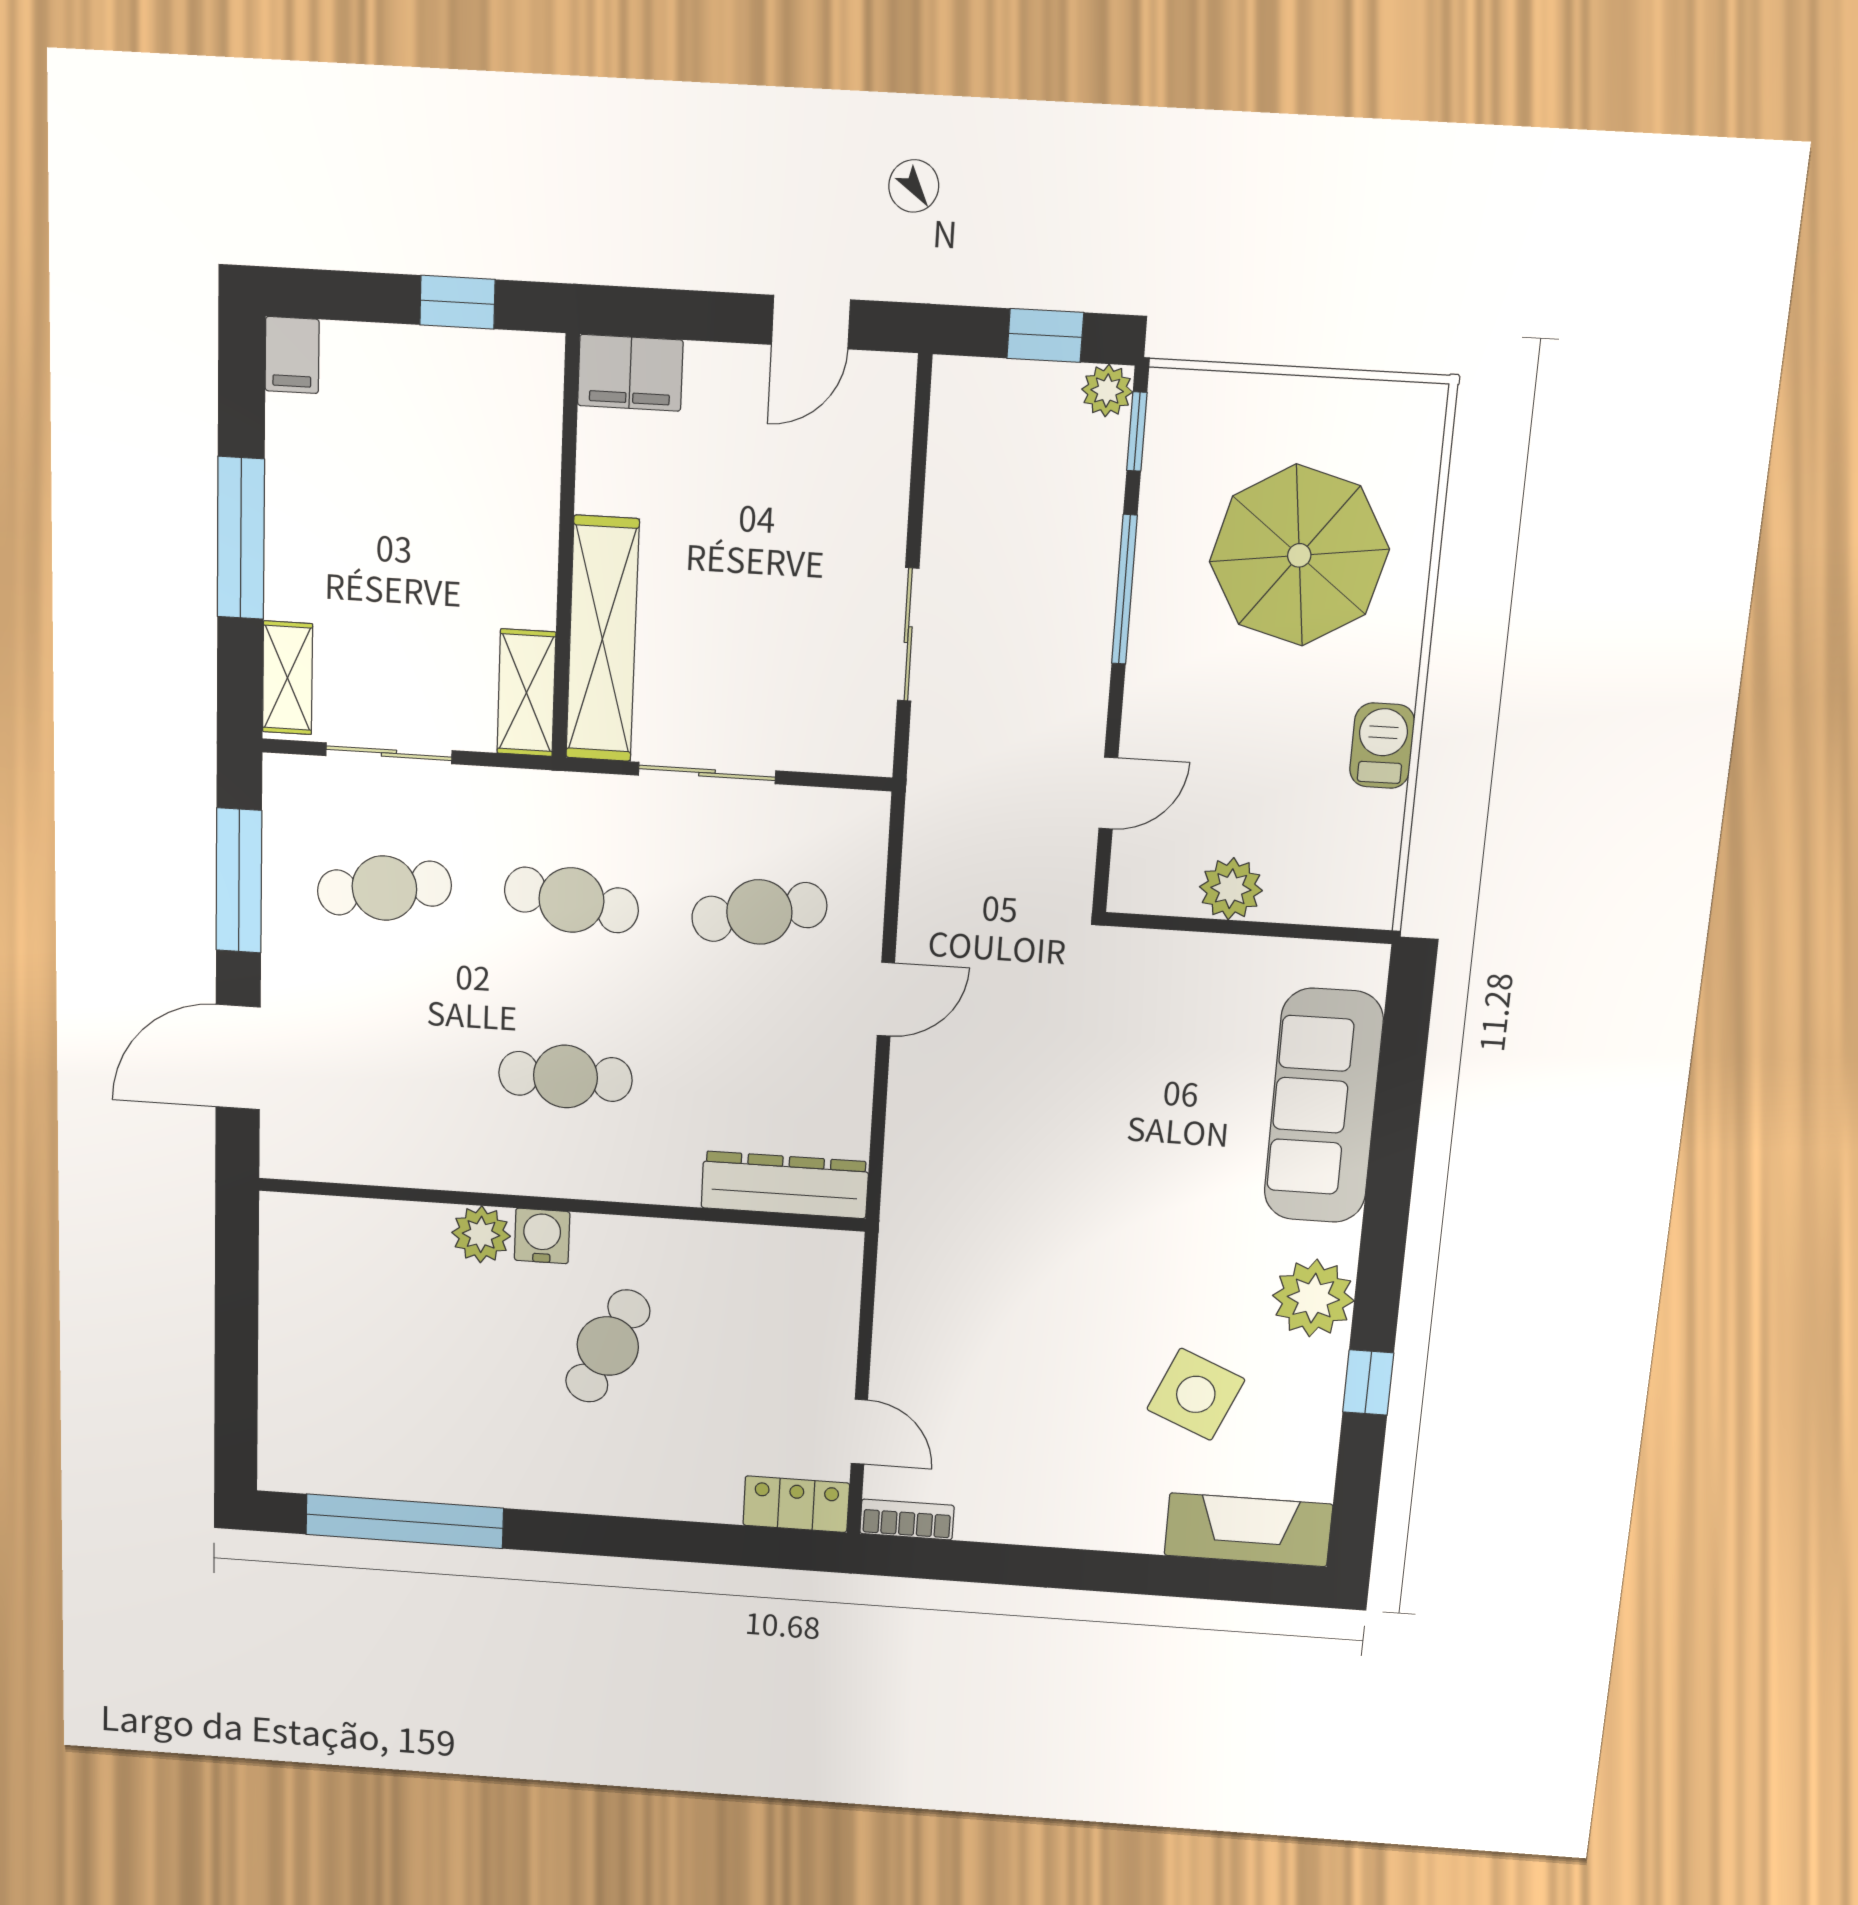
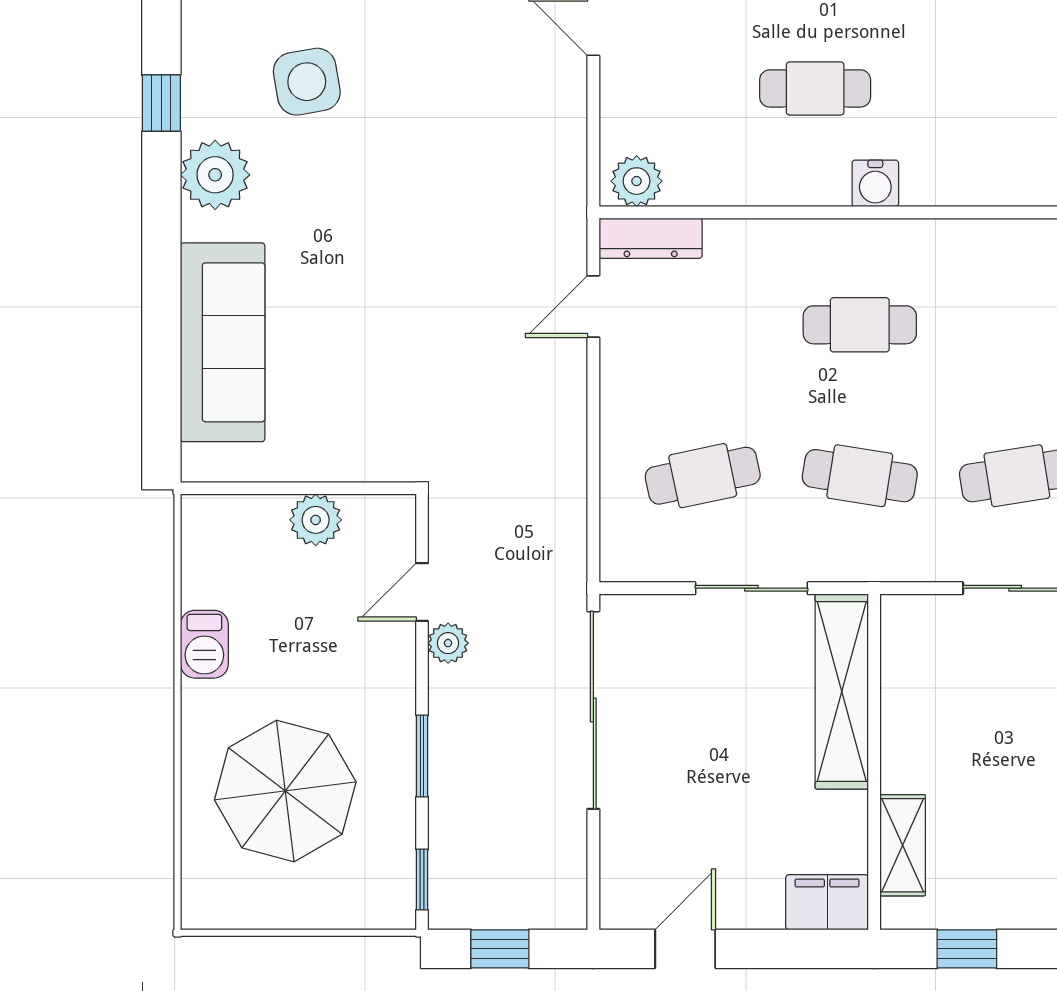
plant: (1107, 391) -> (448, 643), moved
window: (1124, 590) -> (422, 756), width x0.69
sliding door: (908, 635) -> (593, 710), width x1.86
shelving: (526, 693) -> (903, 845), moved
door: (886, 999) -> (593, 306), moved
dresser: (785, 1185) -> (651, 238), width x0.73, depth x0.80
plant: (481, 1234) -> (637, 181), moved
cafe table: (608, 1346) -> (815, 88), turned 64
side table: (1196, 1394) -> (307, 82), turned -33

